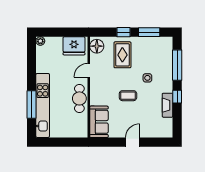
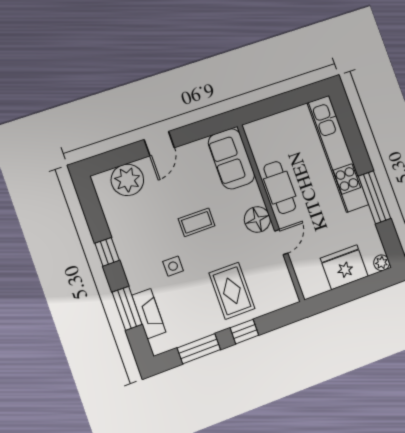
fridge: (74, 46) -> (344, 267), moved
floor lamp: (97, 46) -> (257, 219), moved
window: (177, 65) -> (127, 308), width x0.69
window: (32, 105) -> (375, 197), moved
fireplace: (168, 105) -> (149, 314), moved
plant: (155, 129) -> (127, 180), added

